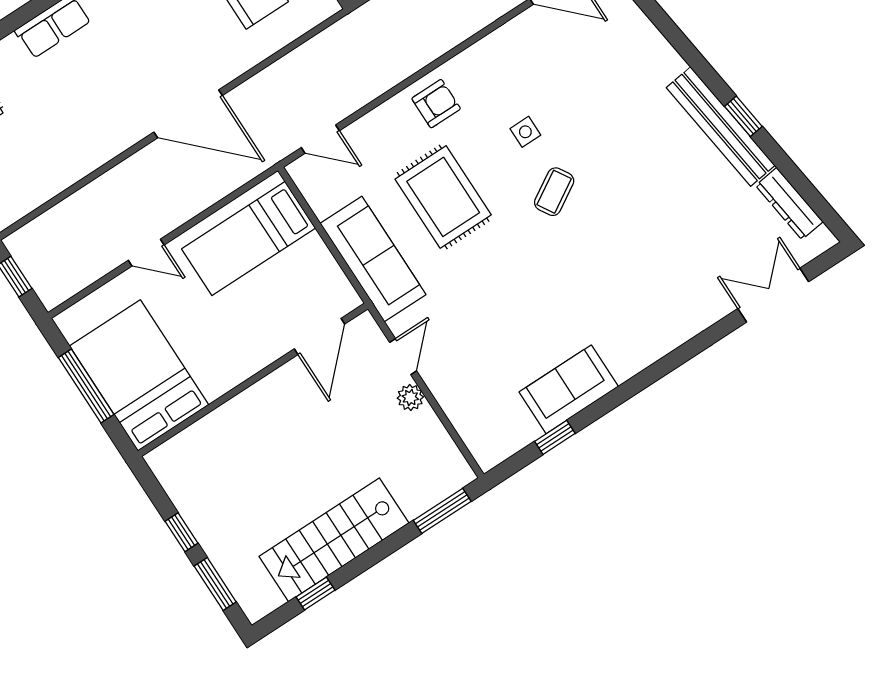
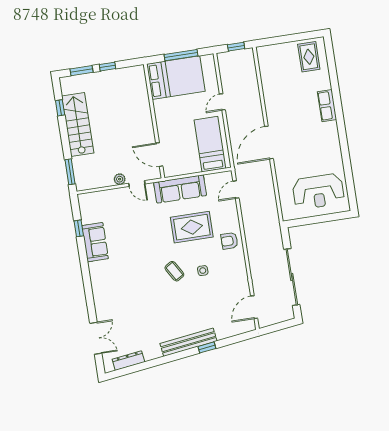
armchair: (436, 104) -> (229, 241), turned 90
window: (743, 116) -> (207, 347), moved
bench: (721, 127) -> (188, 342), moved

